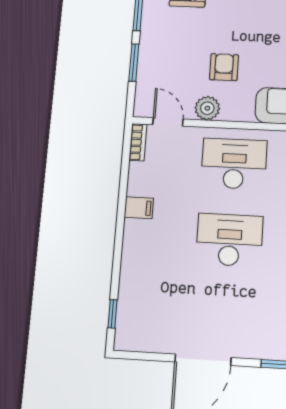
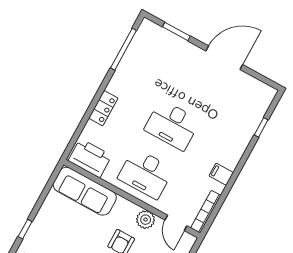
bookcase: (138, 142) -> (206, 212), width x1.56
window: (112, 314) -> (261, 127), moved

